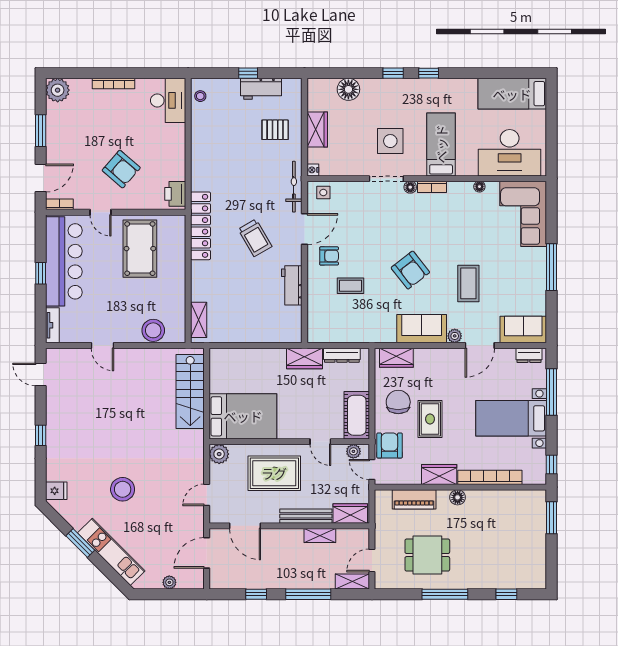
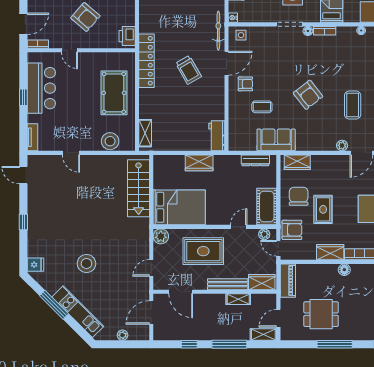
pool table: (140, 249) -> (114, 93), moved
bar counter: (64, 261) -> (41, 88), width x0.73
workbench: (292, 285) -> (217, 136), moved
sofa: (422, 329) -> (276, 140), moved
wardrobe: (304, 358) -> (199, 163), moved
door: (320, 442) -> (239, 227), swing flipped
armchair: (390, 446) -> (292, 230), turned 90
piano: (414, 499) -> (288, 281), moved, turned -90
window: (80, 543) -> (54, 305), width x1.44

